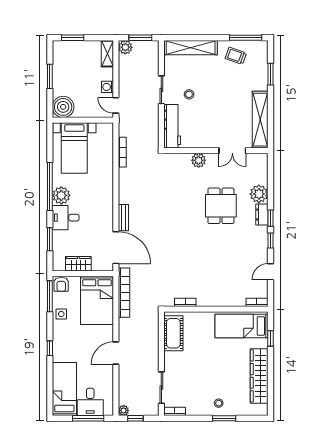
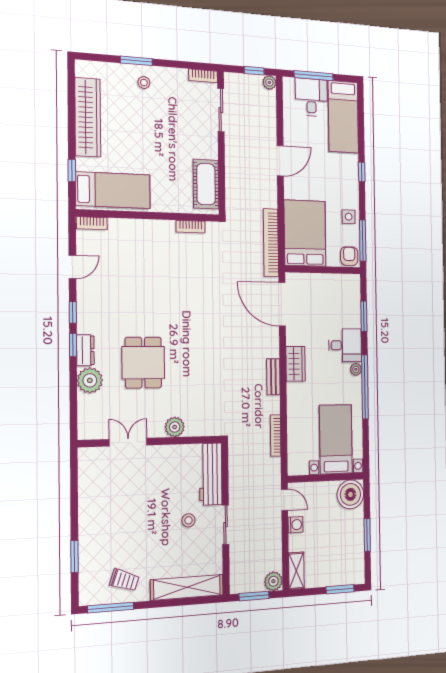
shelving: (260, 120) -> (89, 489), removed
plant: (61, 195) -> (356, 369), width x0.53, depth x0.53
bench: (123, 218) -> (273, 377), moved
wardrobe: (78, 264) -> (295, 364), moved, turned -90

